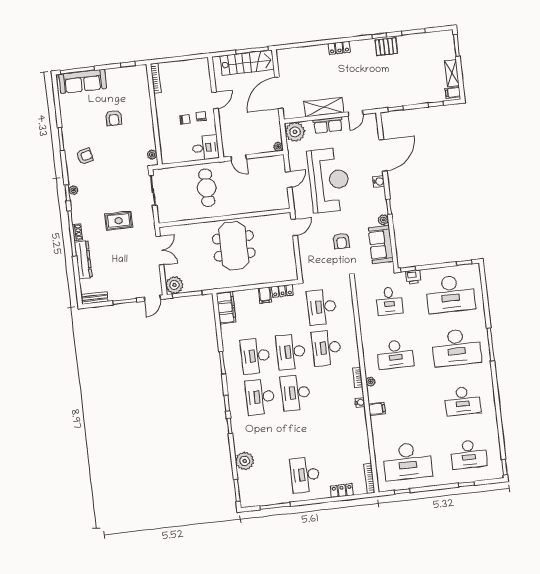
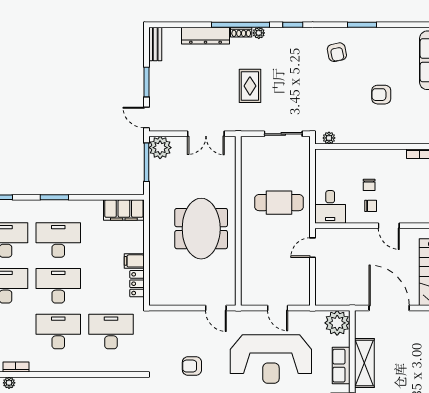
plant: (278, 147) -> (321, 300), removed
plant: (73, 190) -> (259, 33), moved
meeting table: (234, 246) -> (201, 229), turned 90

